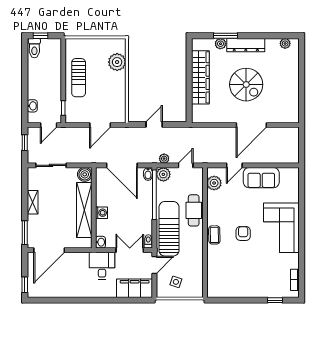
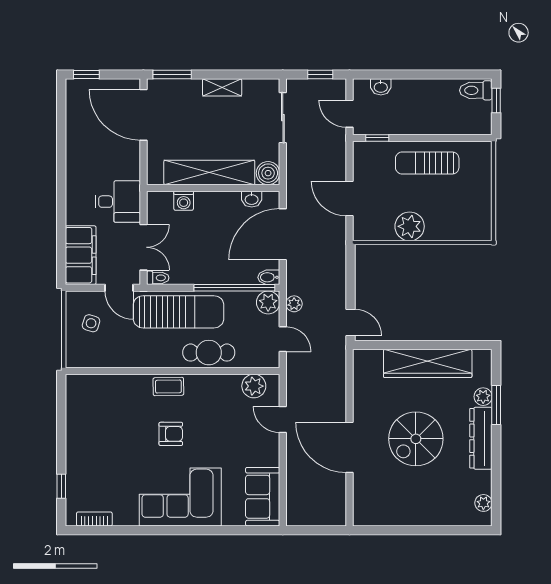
plant: (117, 62) -> (410, 226), moved
door: (154, 124) -> (350, 323), moved
sofa: (261, 178) -> (263, 497), moved
washing machine: (101, 213) -> (184, 201), moved
washbasin: (100, 242) -> (252, 199), moved

